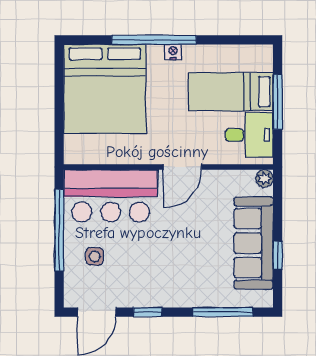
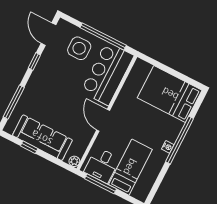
bed: (105, 89) -> (170, 94), width x0.73
window: (278, 102) -> (100, 184), moved
side table: (95, 256) -> (79, 48), width x1.87, depth x1.87

